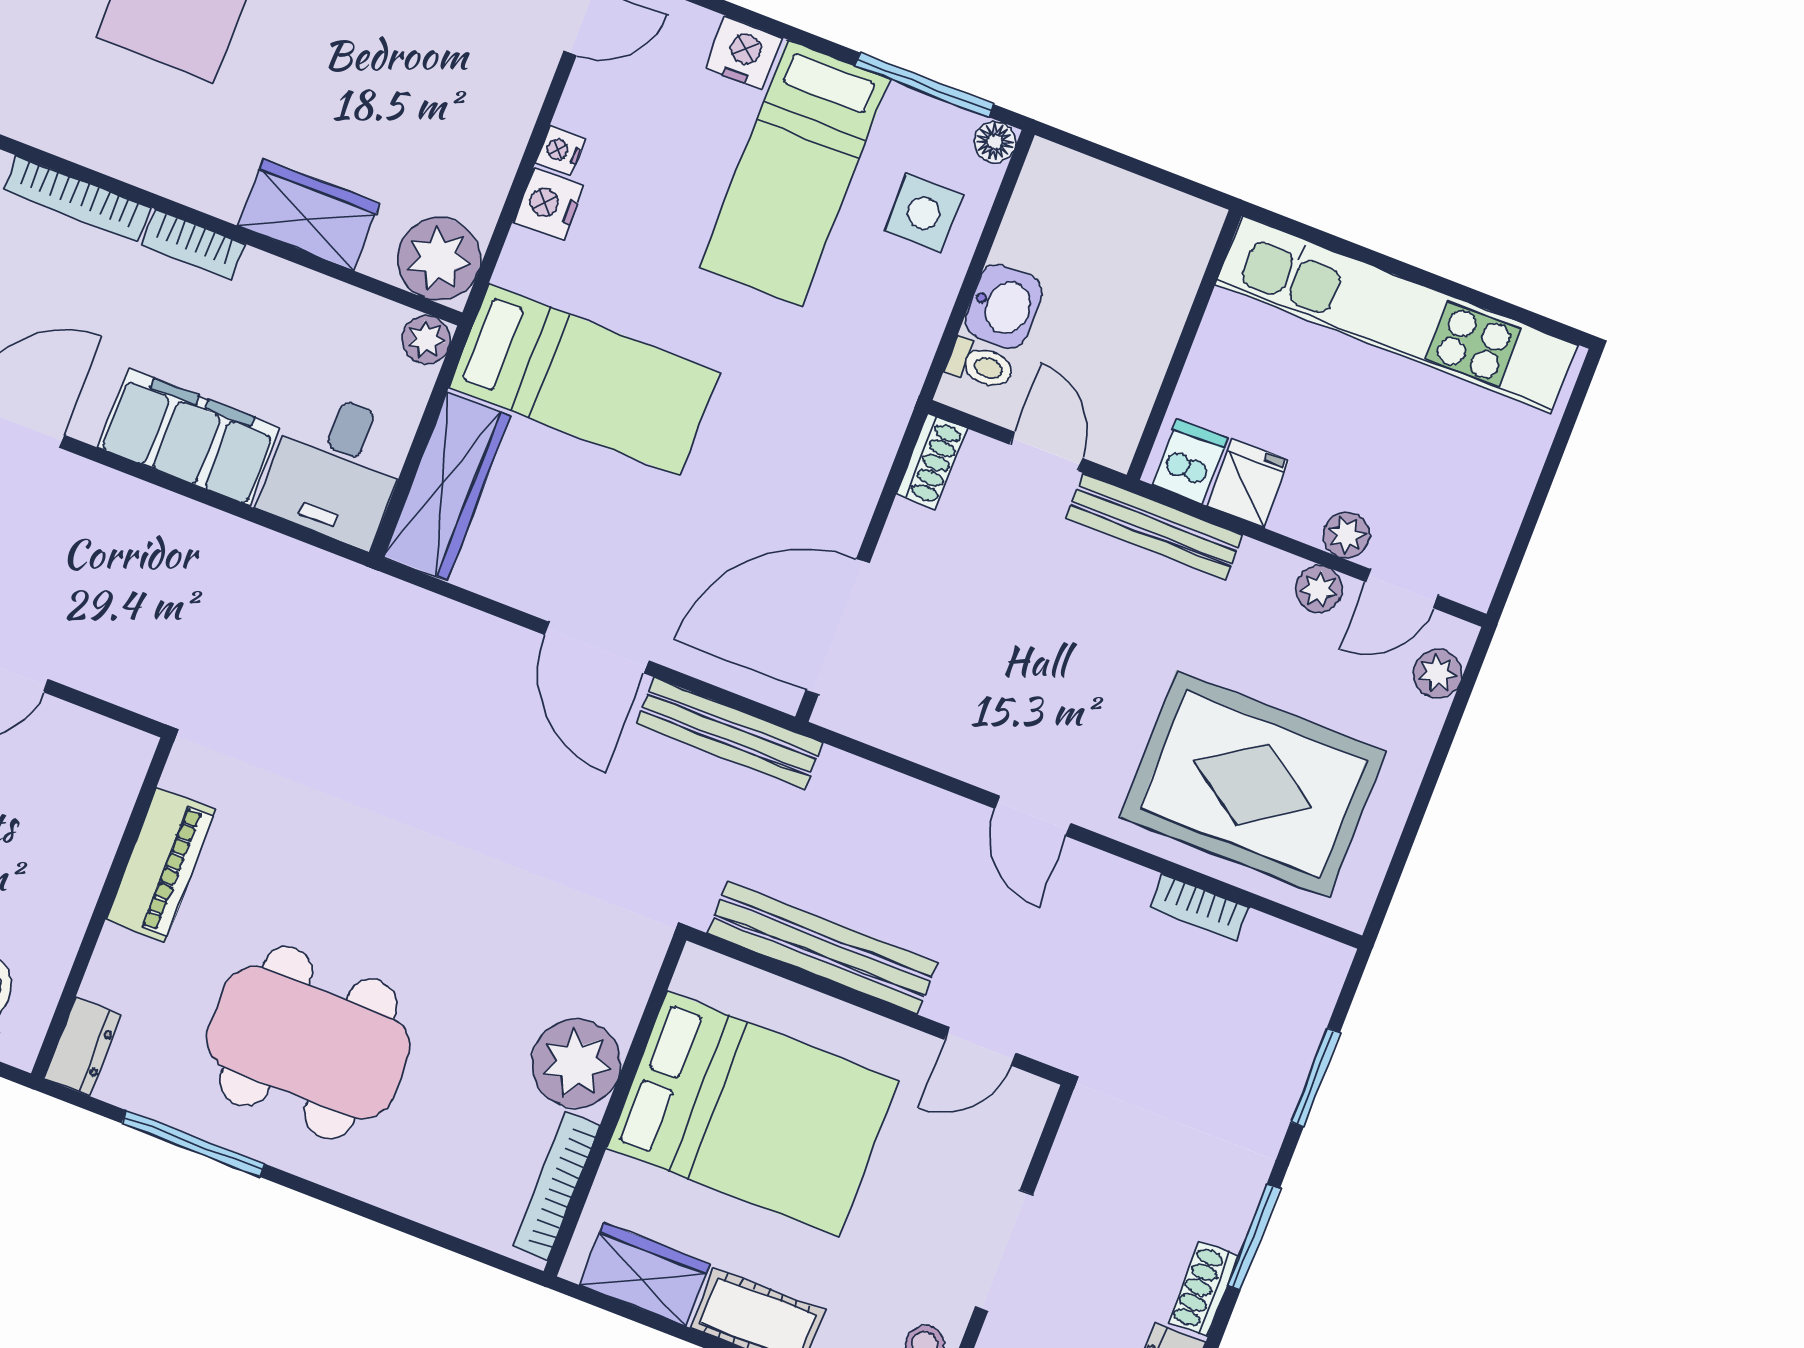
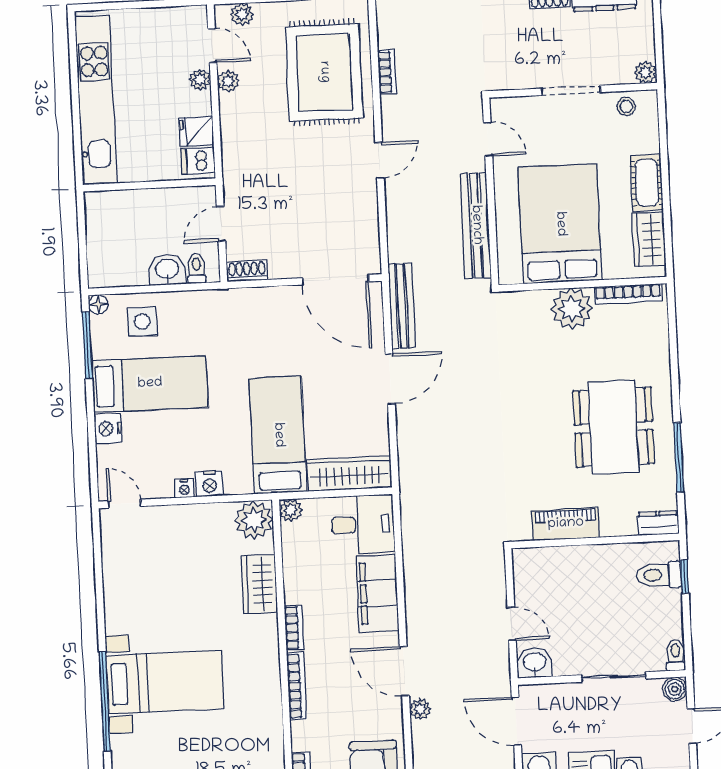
bench: (1154, 526) -> (233, 163), removed

